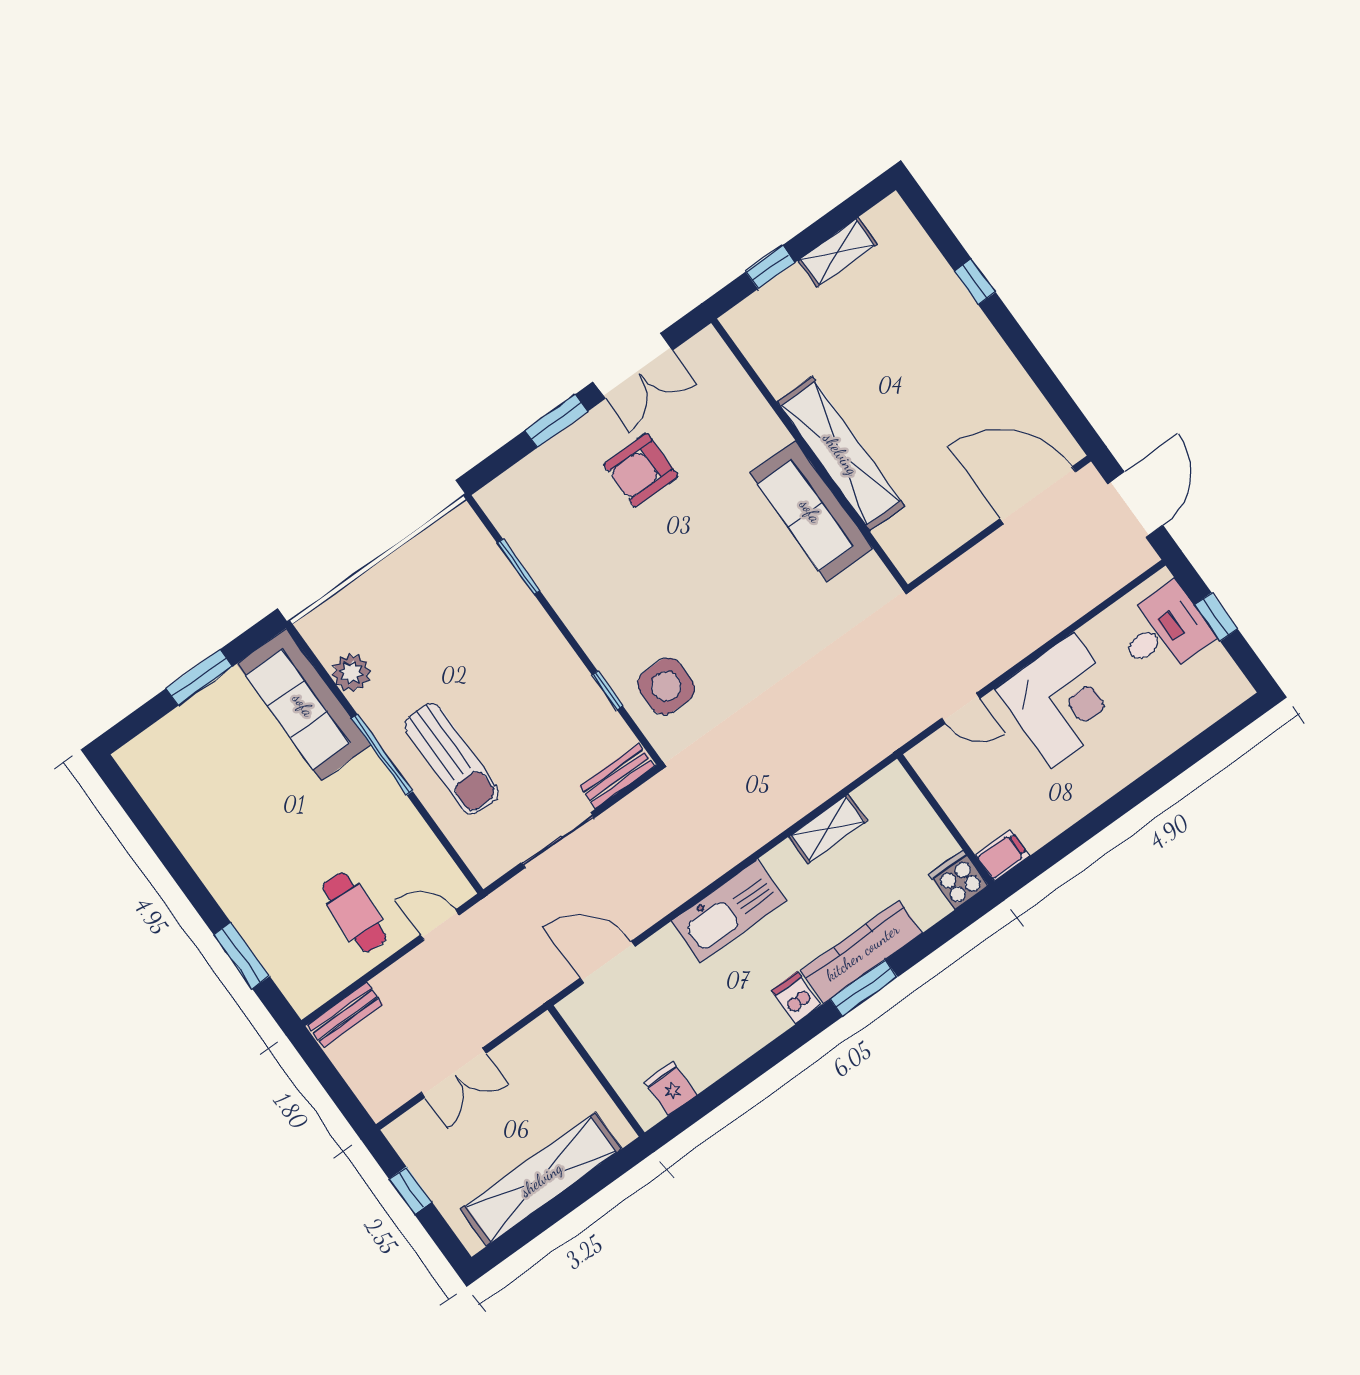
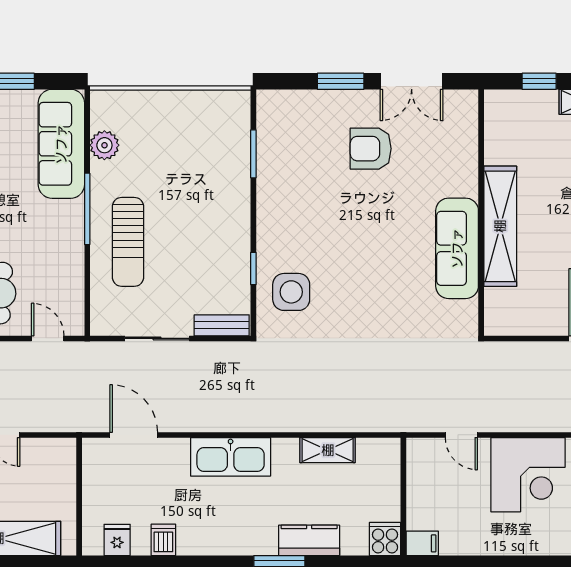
kitchen counter: (862, 952) -> (309, 540), width x0.67
dishwasher: (796, 998) -> (163, 540), moved

